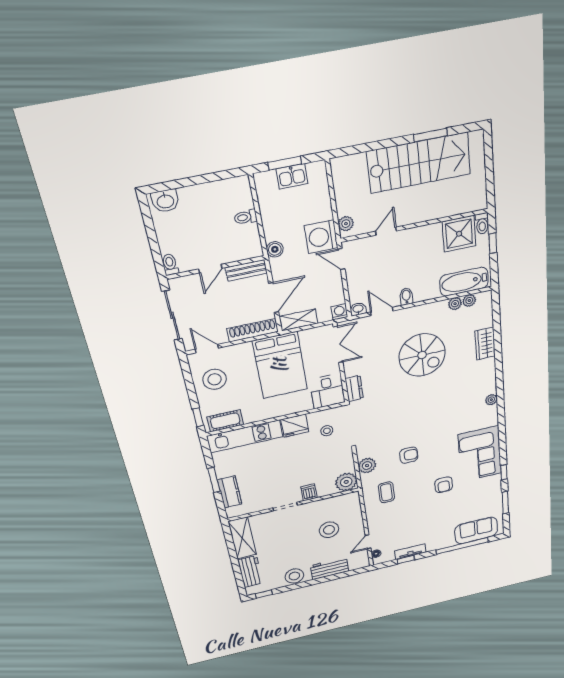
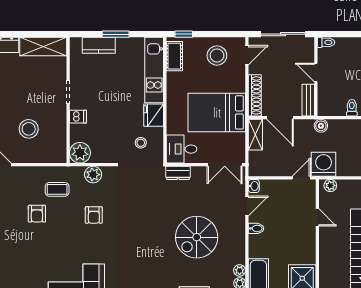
washing machine: (339, 312) -> (255, 170), removed
armchair: (444, 485) -> (37, 214), moved, turned -90

